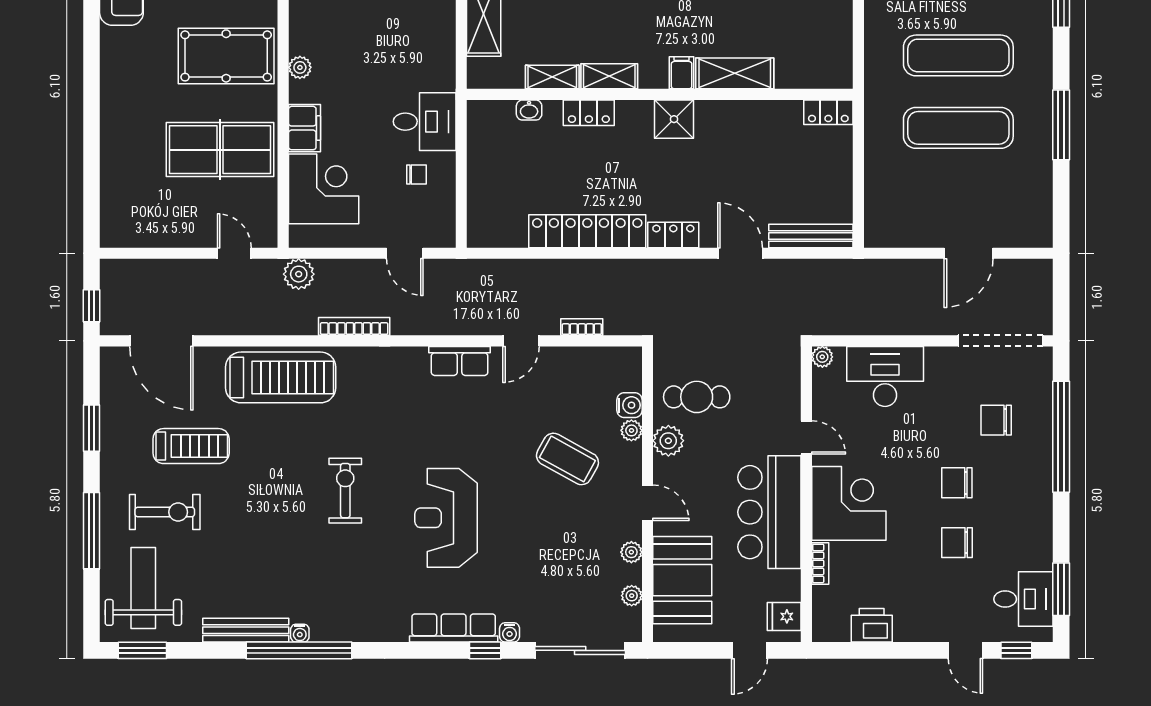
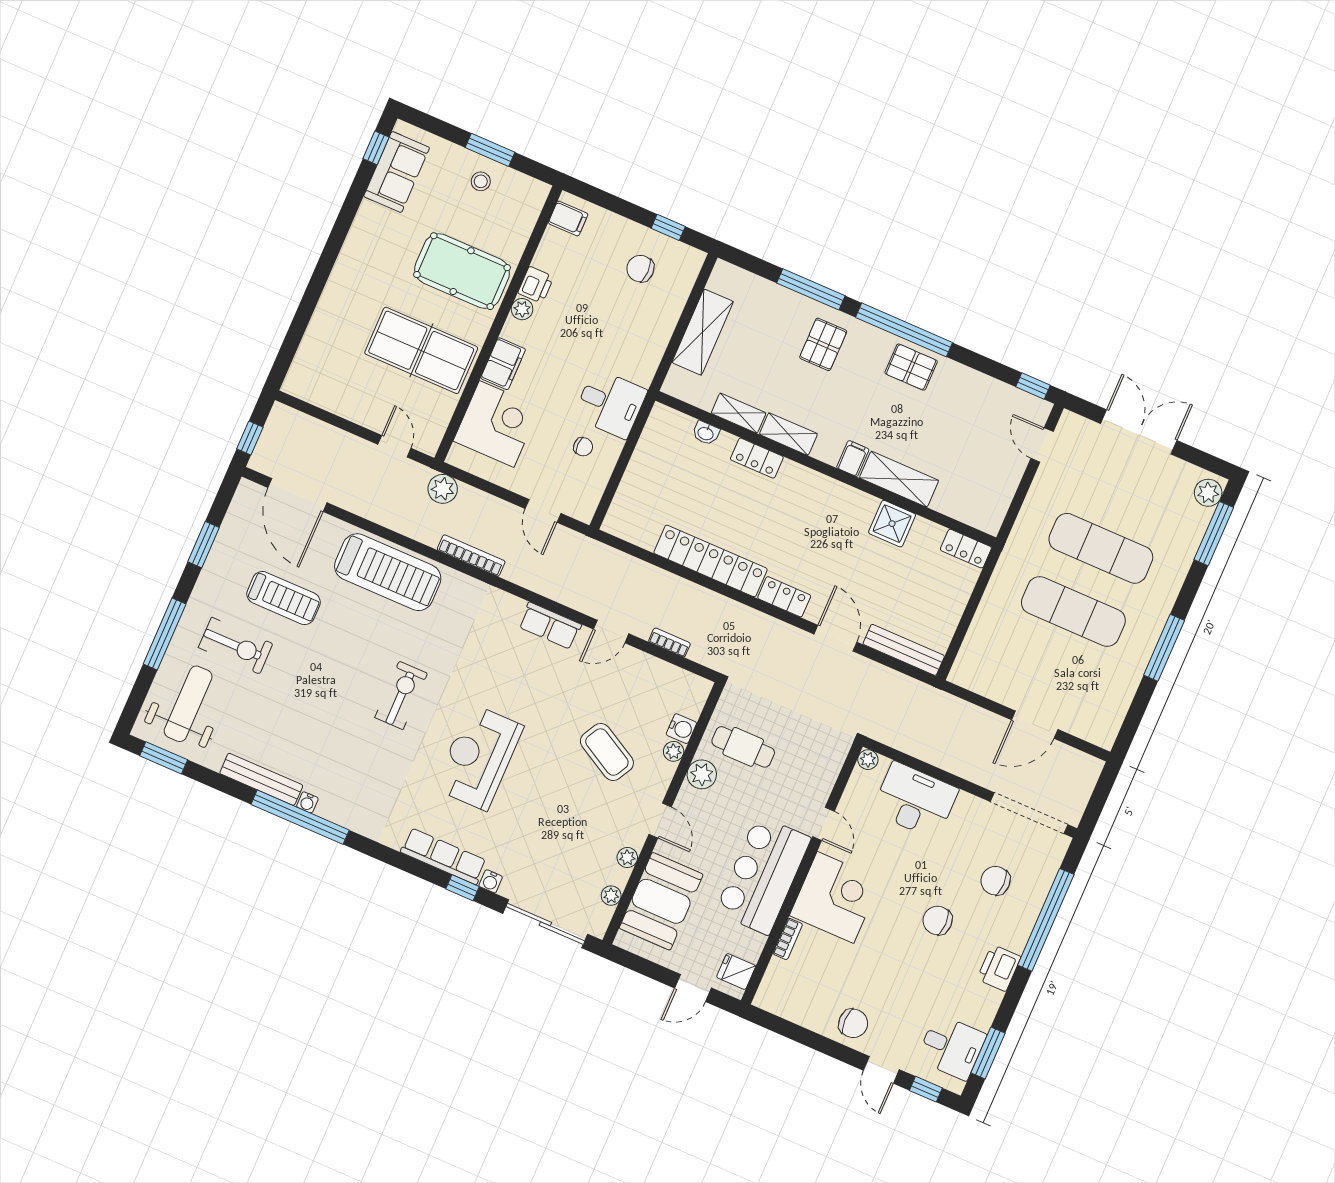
printer: (303, 38) -> (536, 285), added
shower: (674, 119) -> (892, 524), moved
chair: (957, 543) -> (853, 1023), moved, turned 180
printer: (872, 625) -> (999, 968), moved, turned -90

